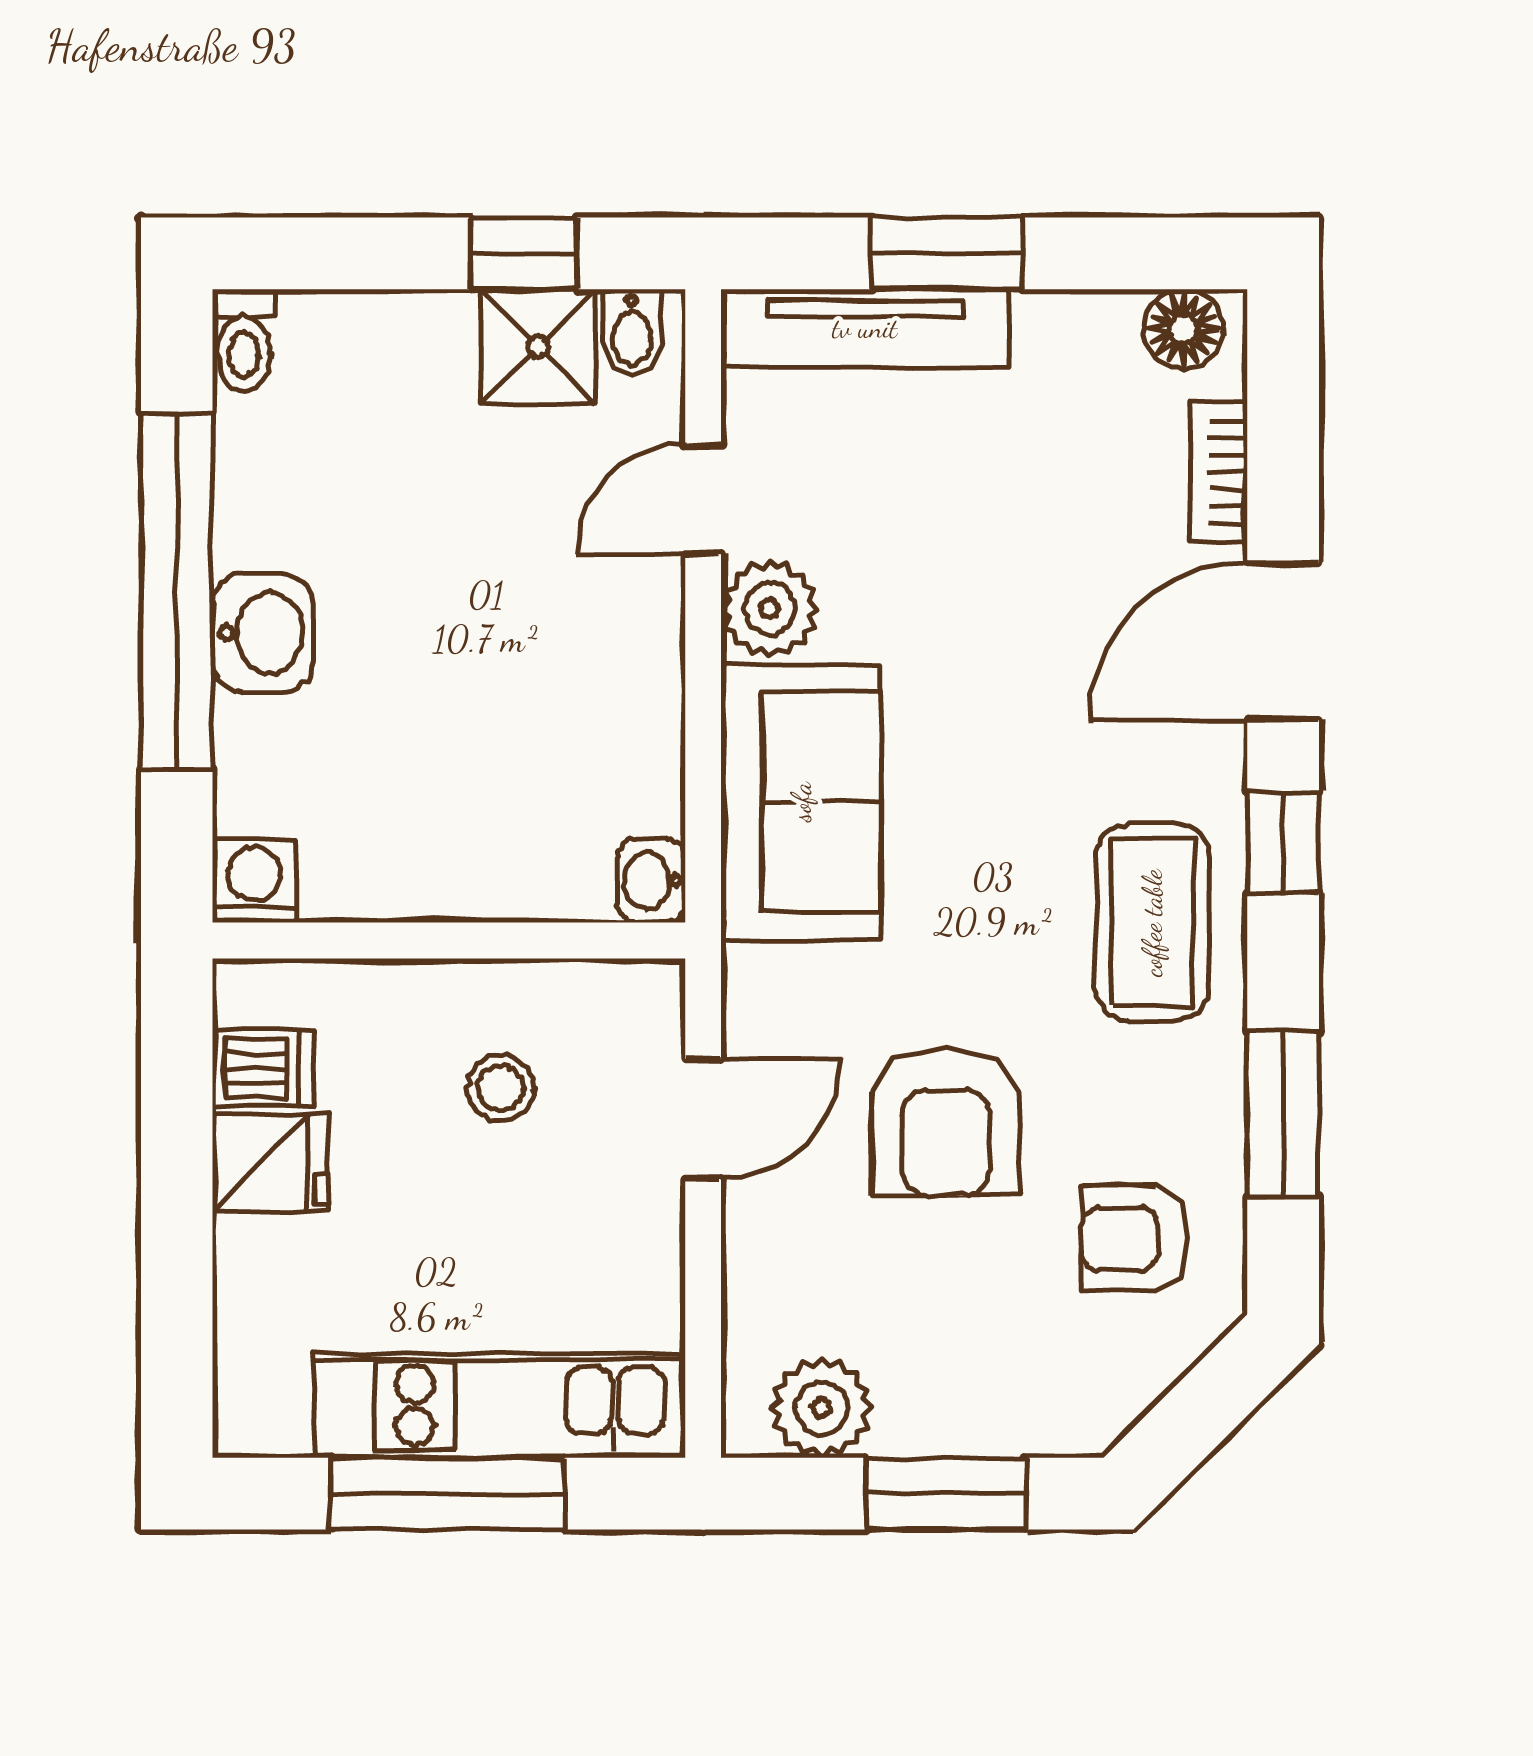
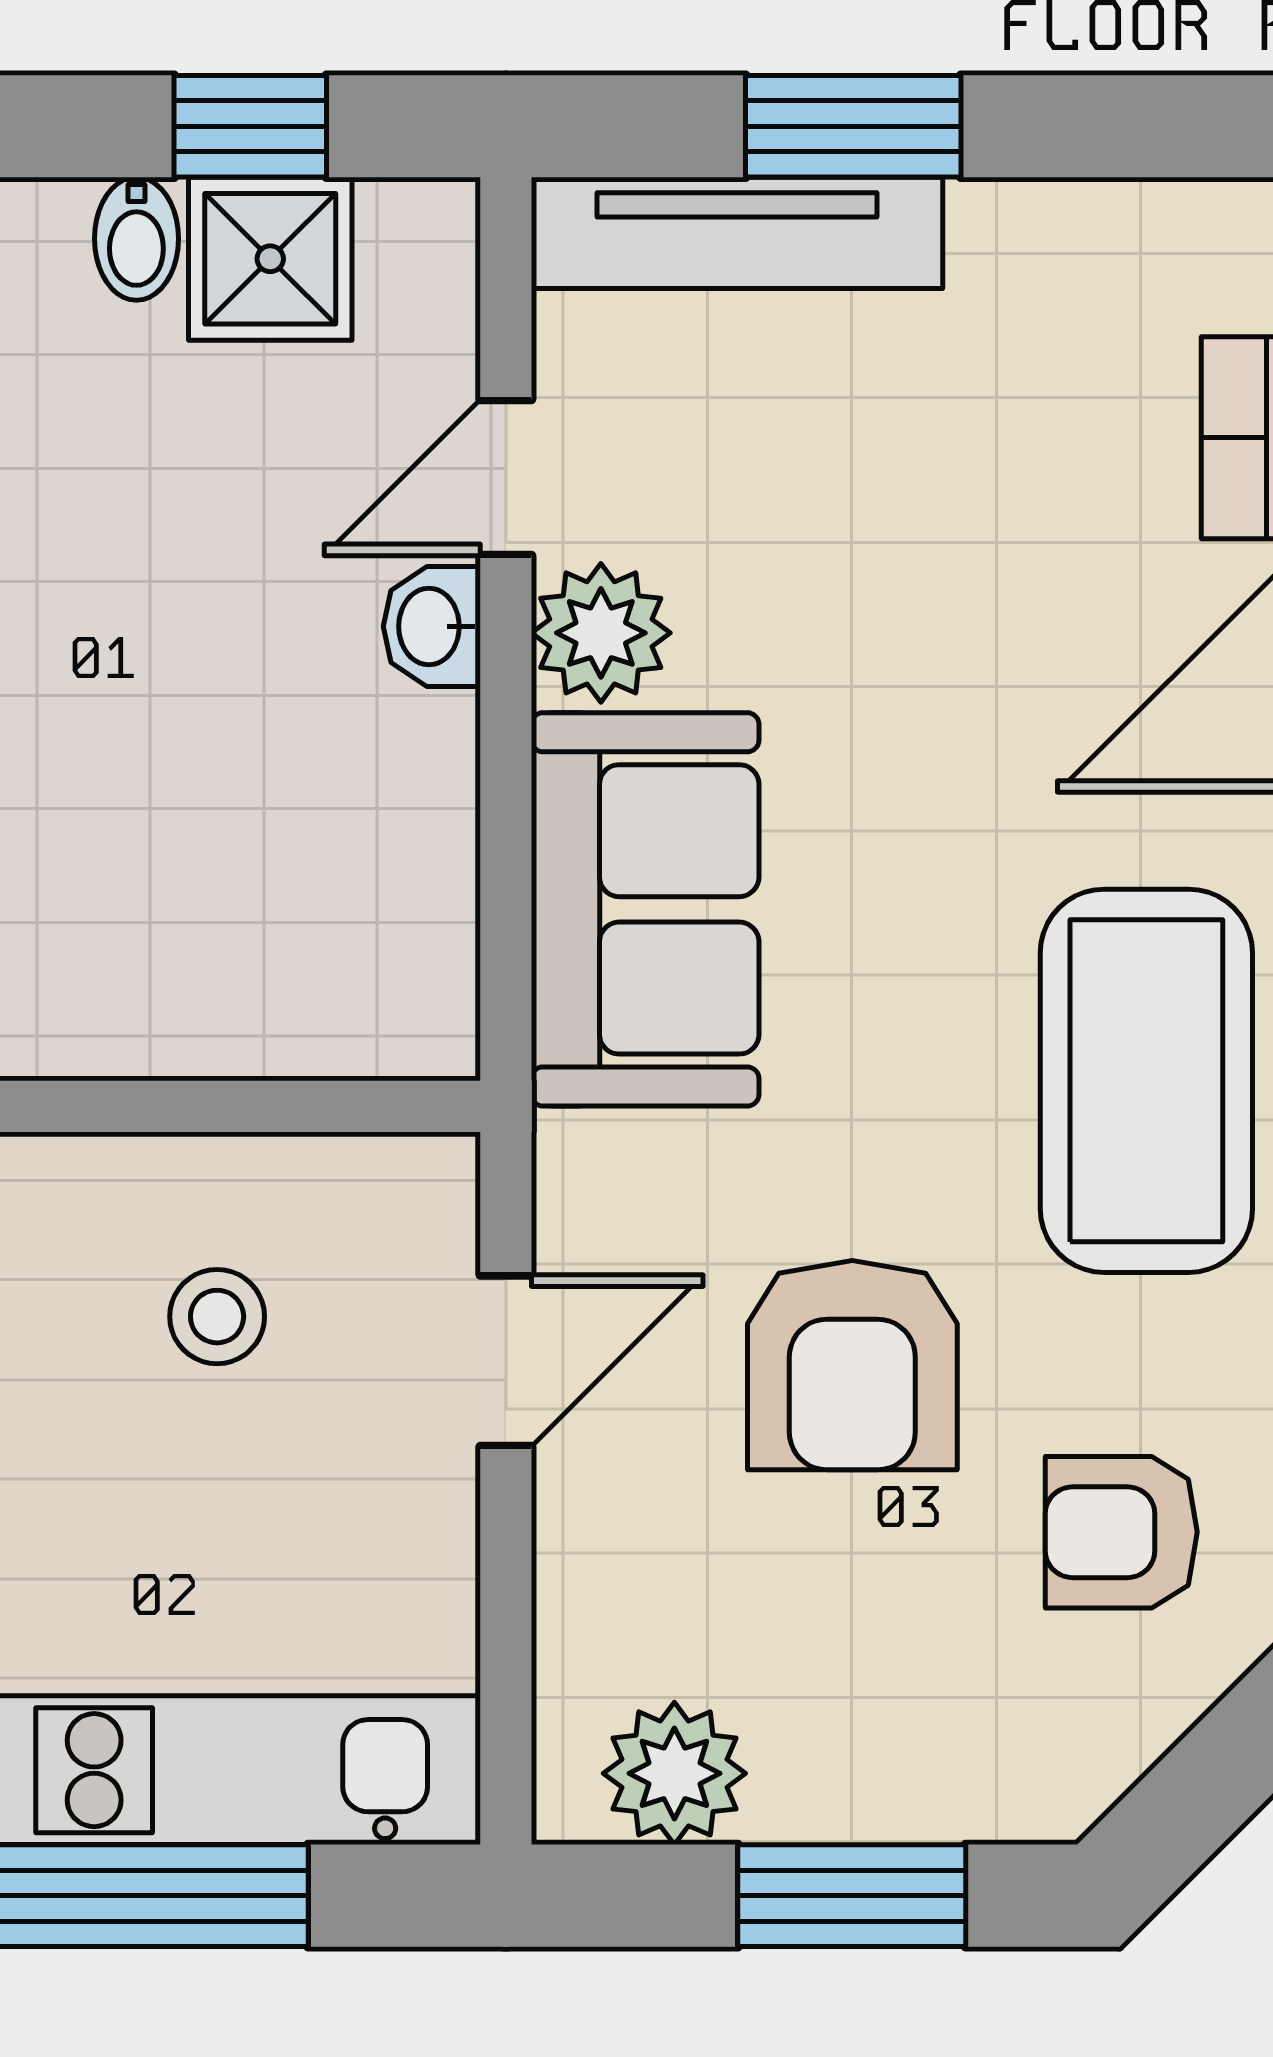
floor lamp: (1184, 329) -> (1191, 234), removed
bidet: (632, 332) -> (136, 239), moved
washbasin: (651, 881) -> (432, 626), moved
coffee table: (1152, 923) -> (1146, 1081), width x1.36, depth x1.32

